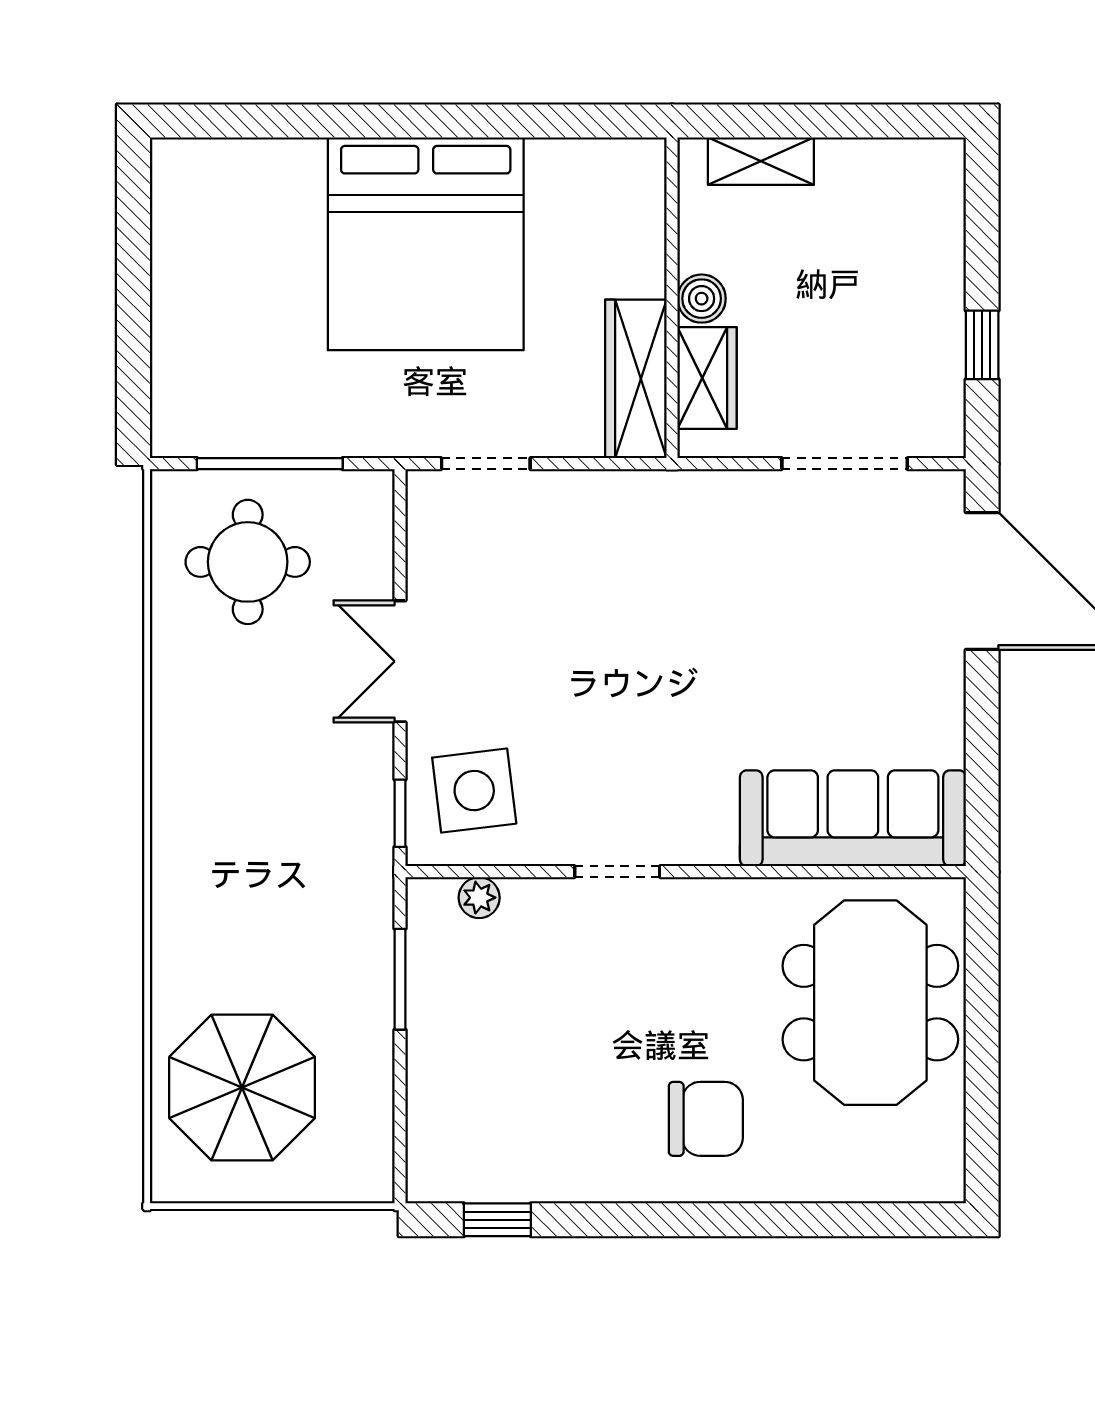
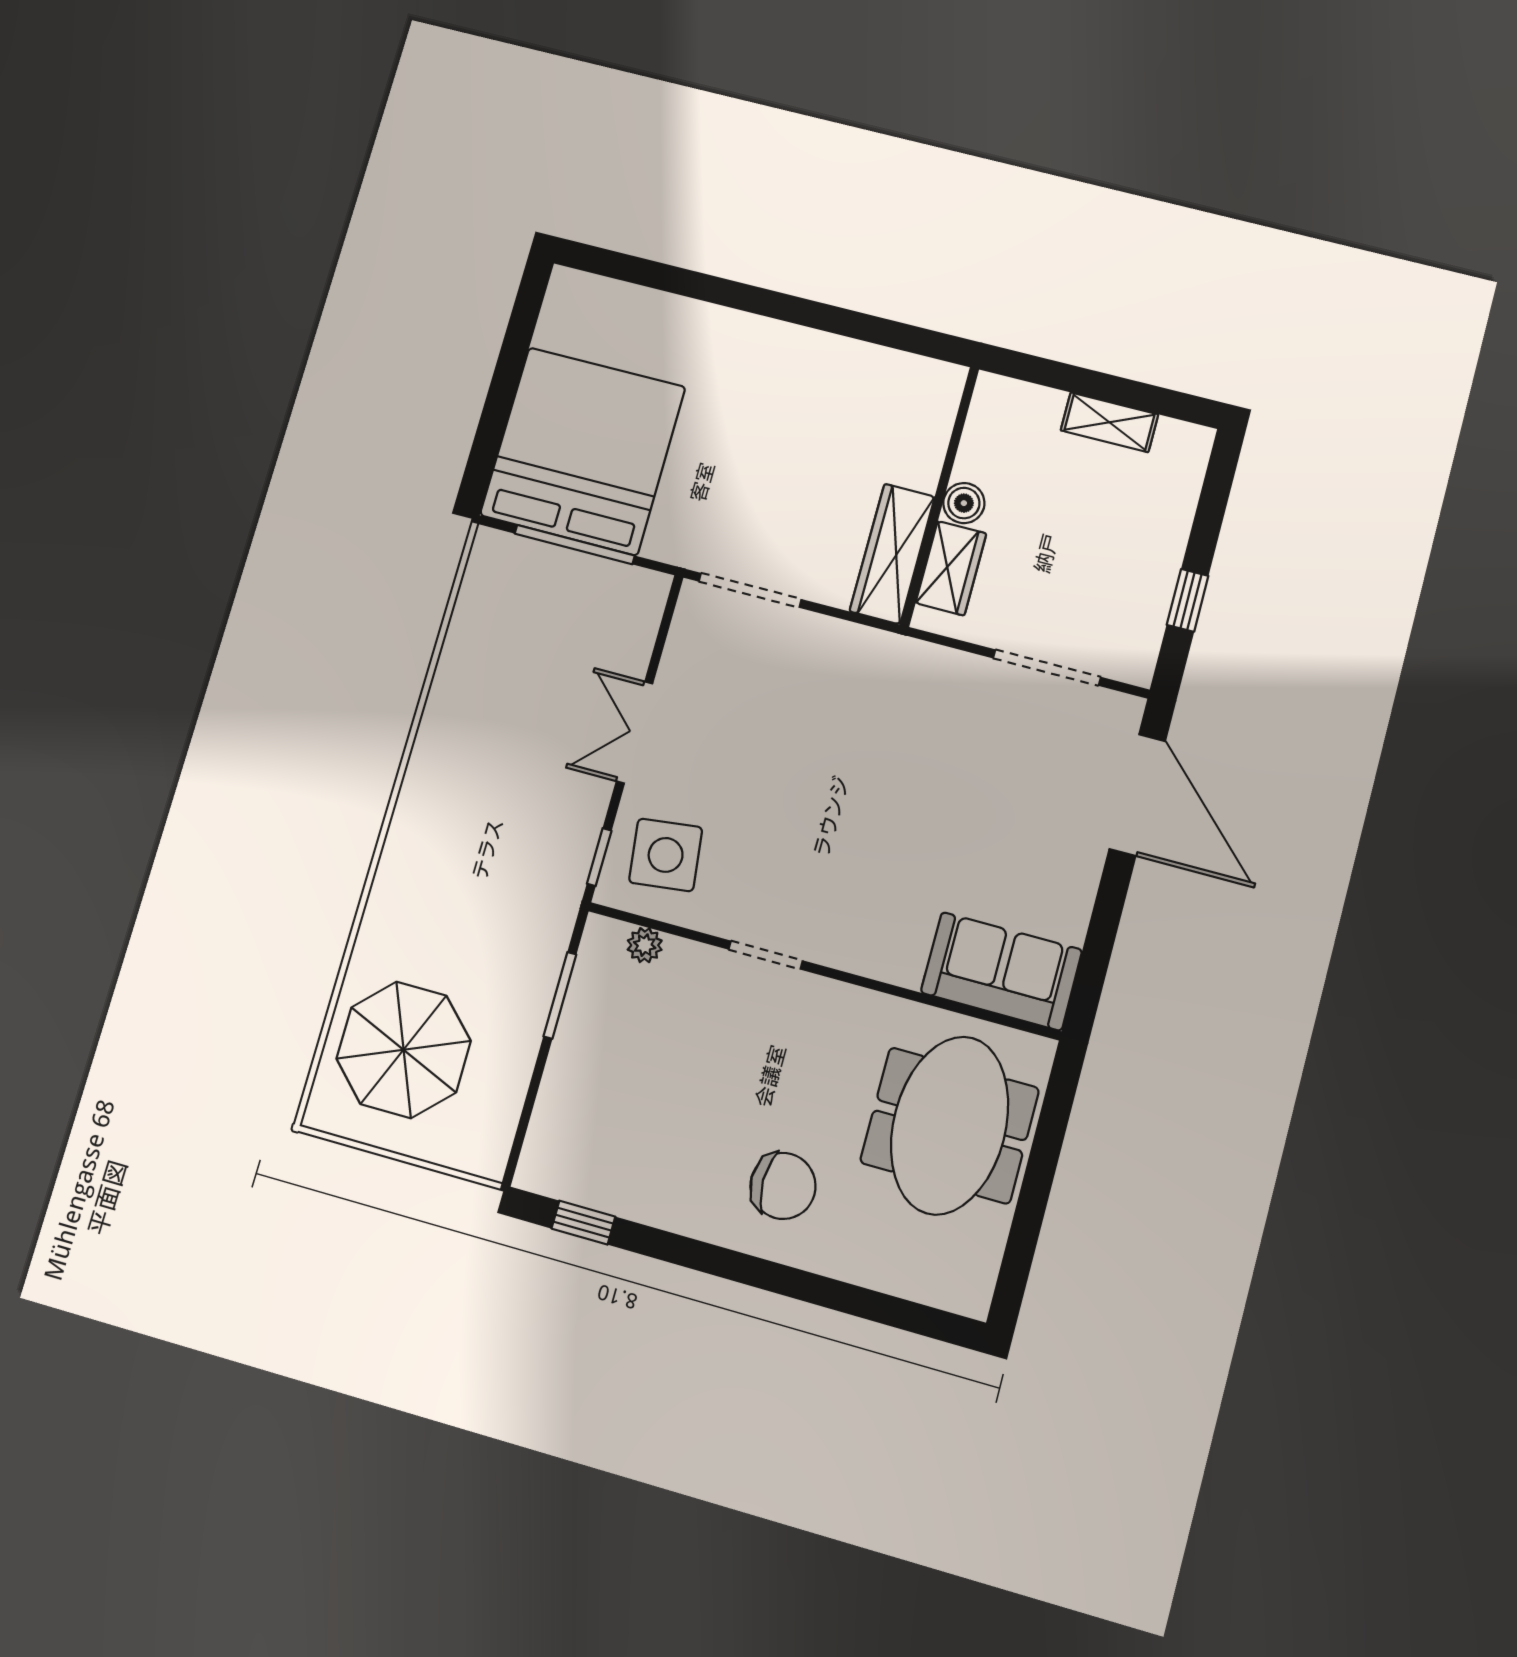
shelving: (761, 161) -> (1109, 422), moved
bed: (426, 244) -> (583, 451), moved, turned 180
doorway: (486, 464) -> (750, 590), width x1.38
round table: (248, 562) -> (534, 619), removed
sofa: (853, 818) -> (1001, 971), width x0.73

